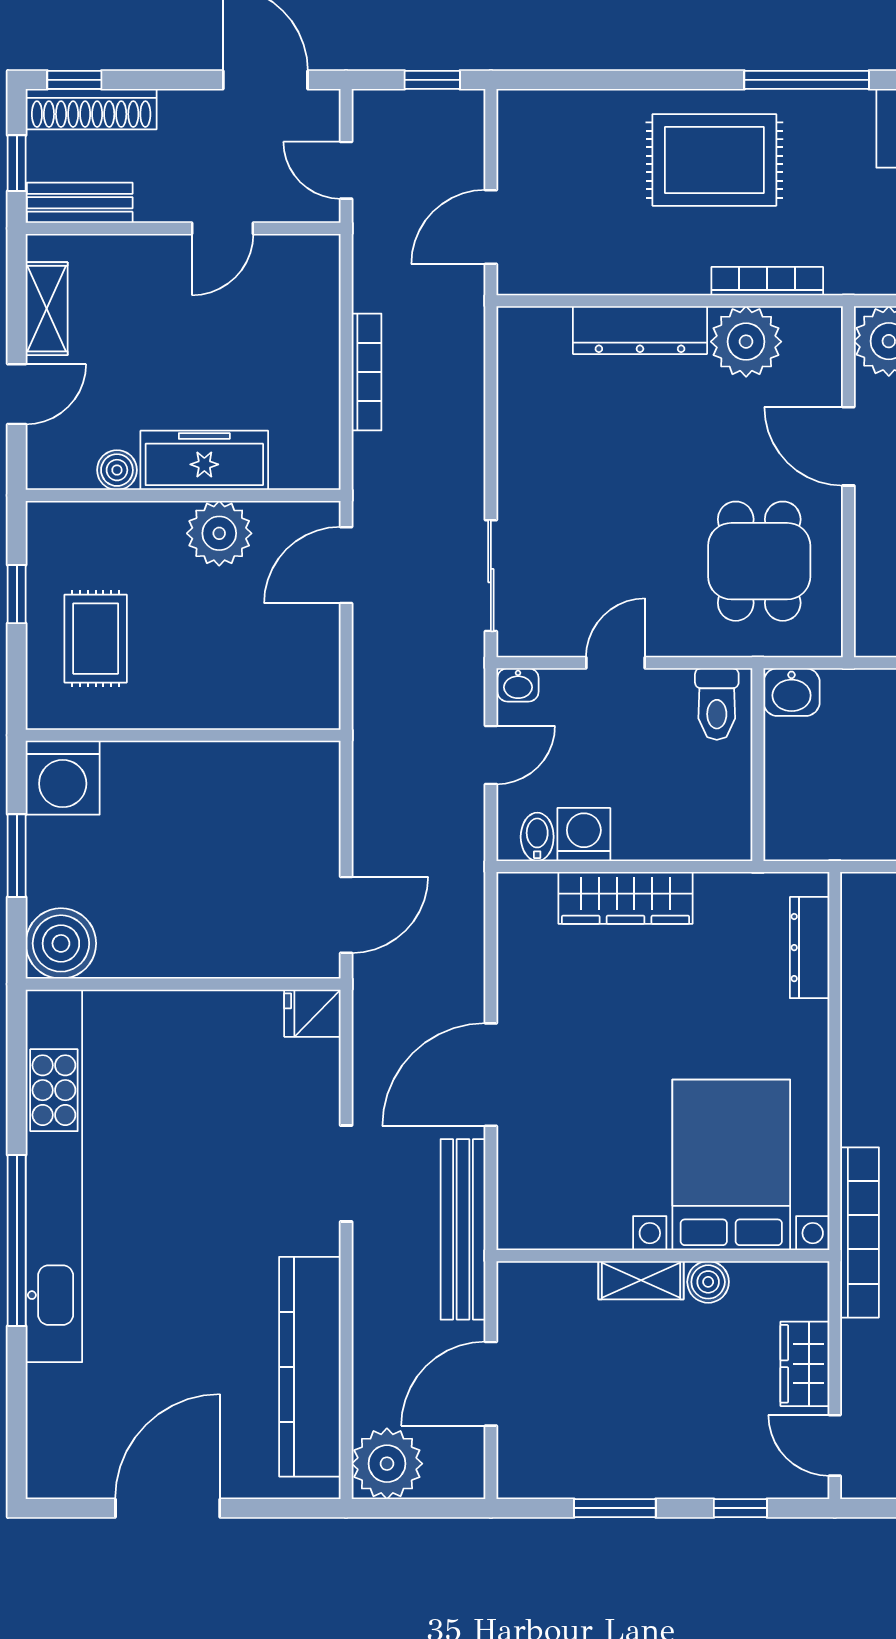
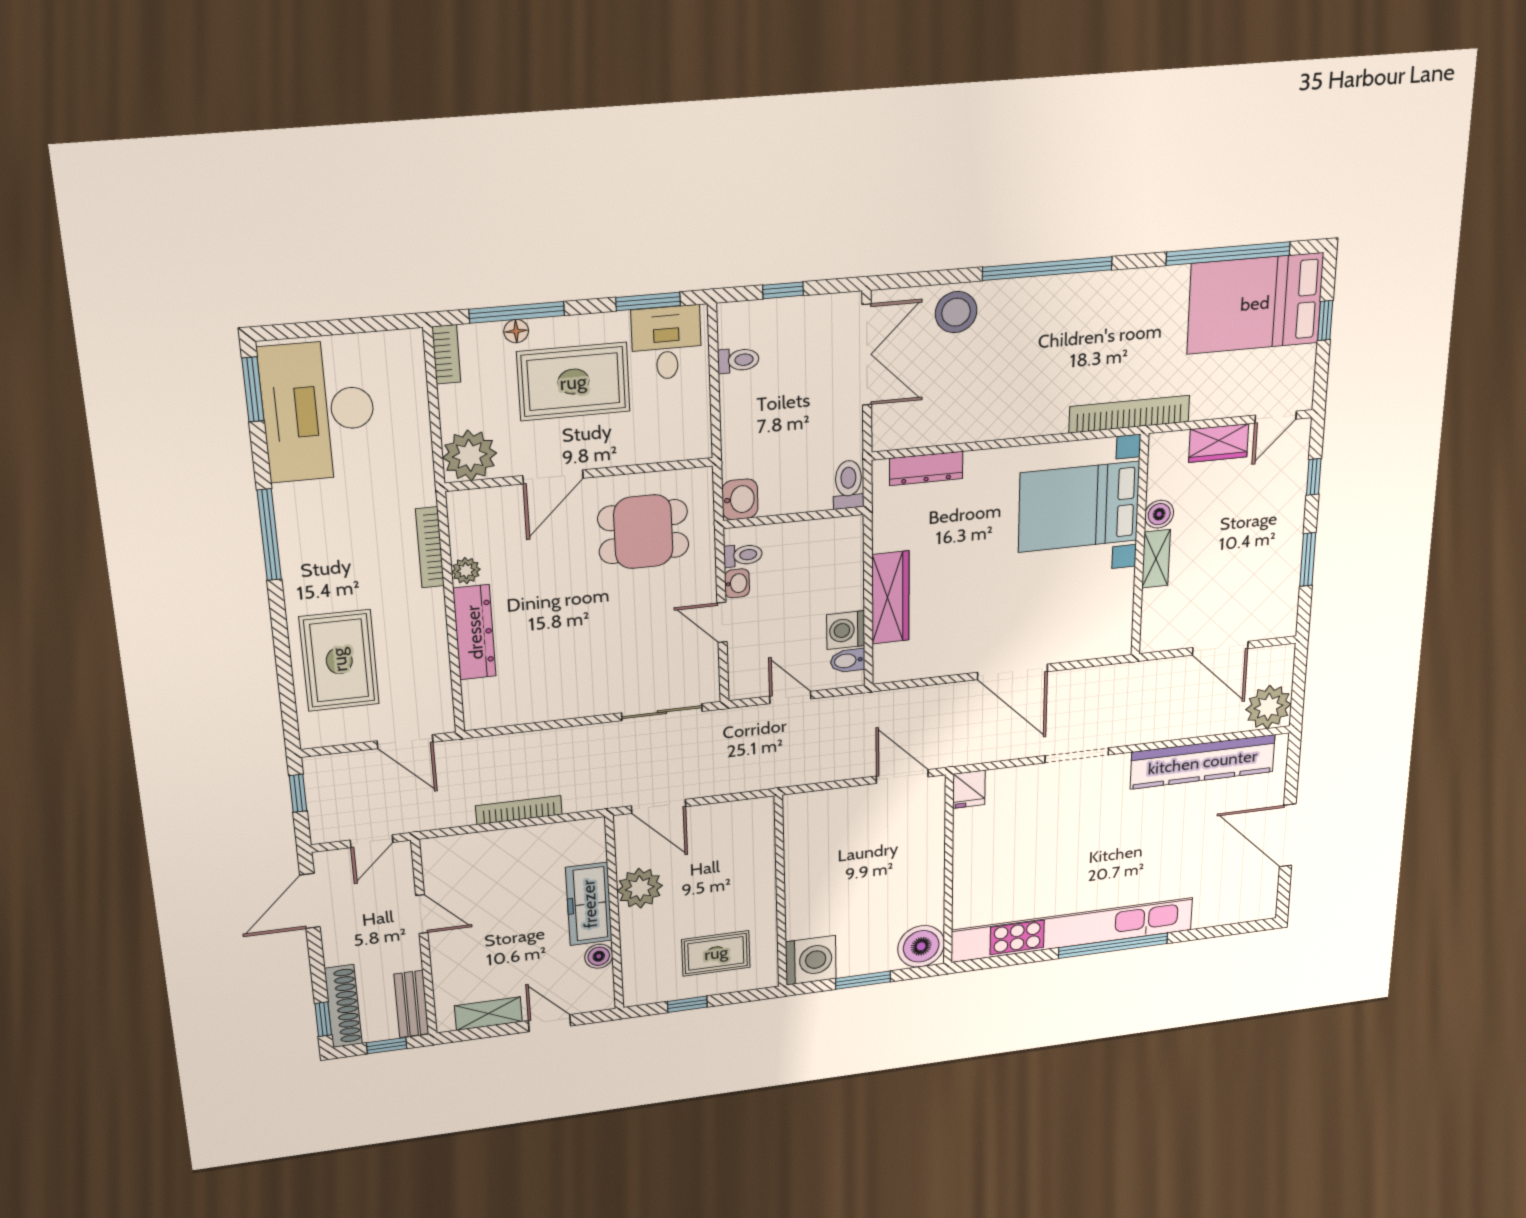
rug: (714, 160) -> (339, 660), moved
plant: (746, 342) -> (466, 571), width x0.53, depth x0.53
washbasin: (518, 685) -> (737, 583), moved
toilet: (717, 704) -> (743, 555), width x0.73, depth x0.72
toilet: (798, 840) -> (848, 484), added
bench: (463, 1229) -> (1117, 678), removed

